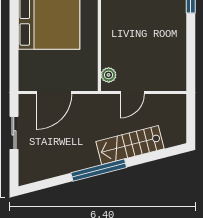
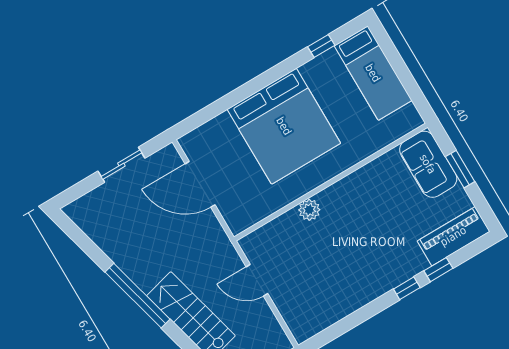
plant: (109, 75) -> (309, 210), moved

